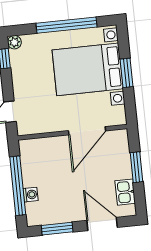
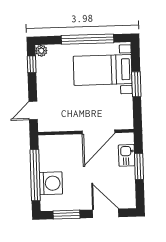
bed with nightstands: (88, 69) -> (103, 70), width x0.73
kitchen sink: (125, 192) -> (127, 155), moved
washing machine: (31, 195) -> (51, 183), width x1.89, depth x1.89

